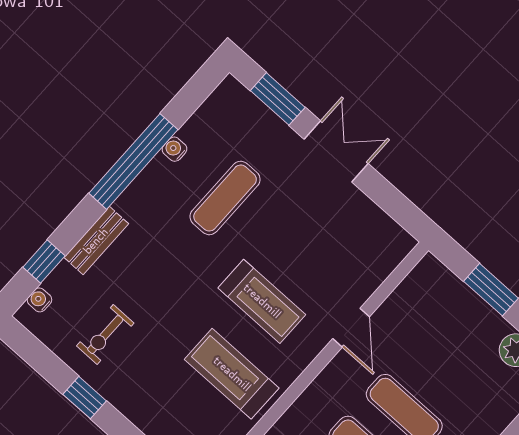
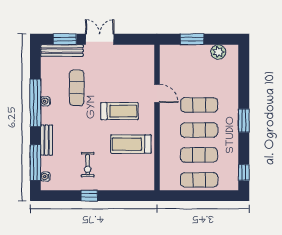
bench: (256, 114) -> (62, 51), added
water cooler: (175, 149) -> (45, 101), moved
window: (44, 261) -> (35, 163), width x2.17
exercise bike: (105, 335) -> (88, 165), moved

